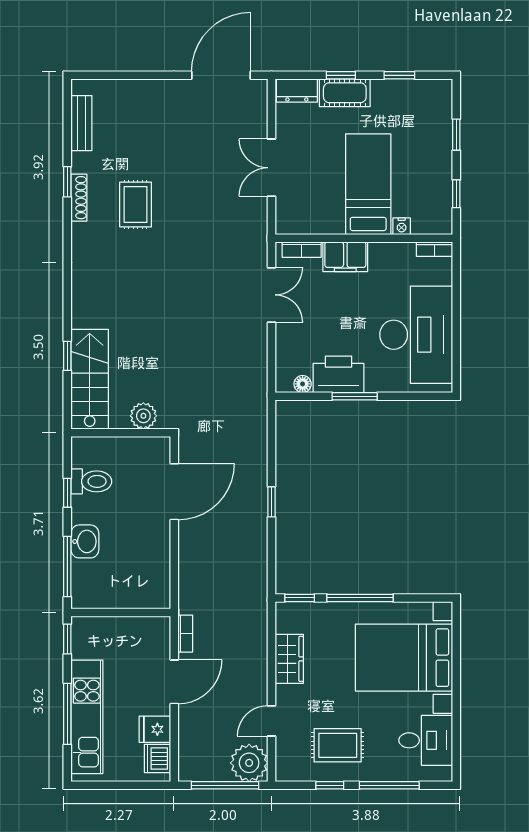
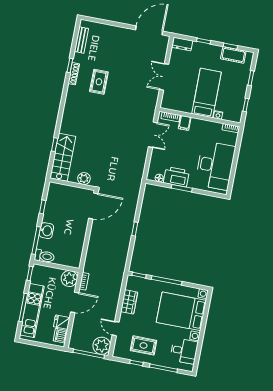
cot: (345, 93) -> (233, 55), moved
filing cabinet: (345, 257) -> (185, 123), width x0.50
toilet: (91, 481) -> (44, 256), moved
door: (174, 492) -> (93, 206), moved
plant: (153, 634) -> (69, 279), added
door: (271, 721) -> (116, 329), hinge flipped

